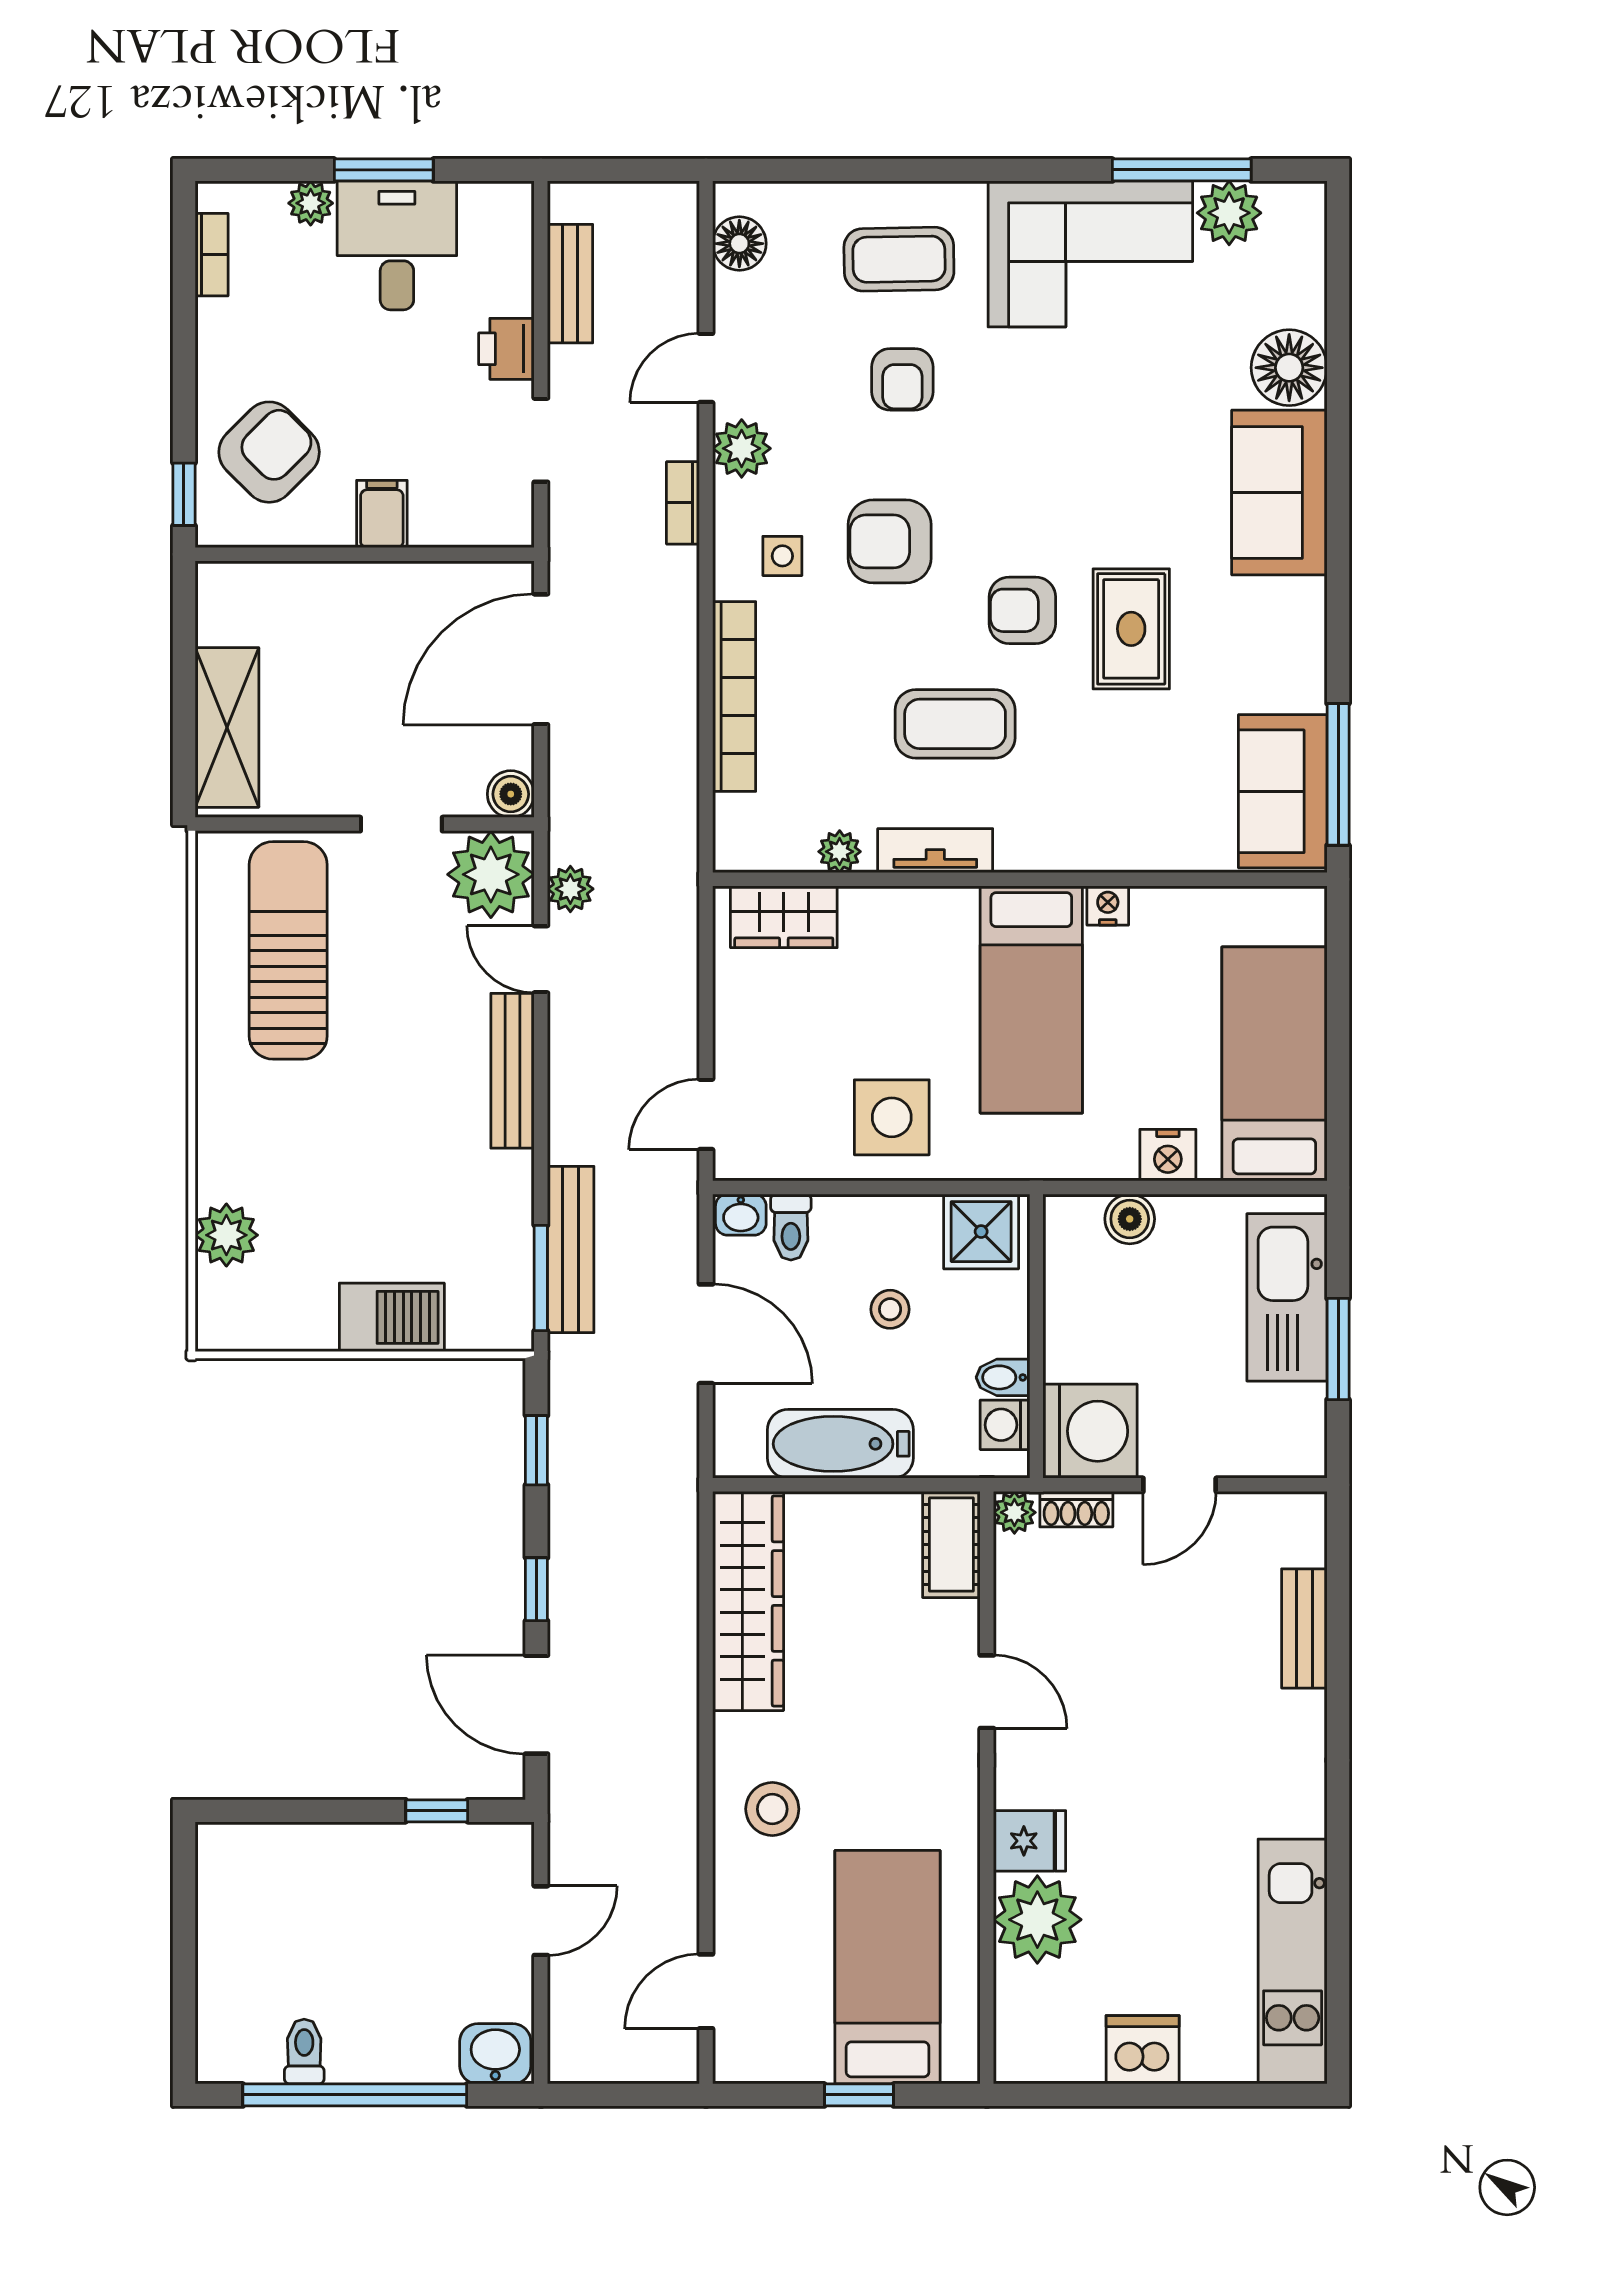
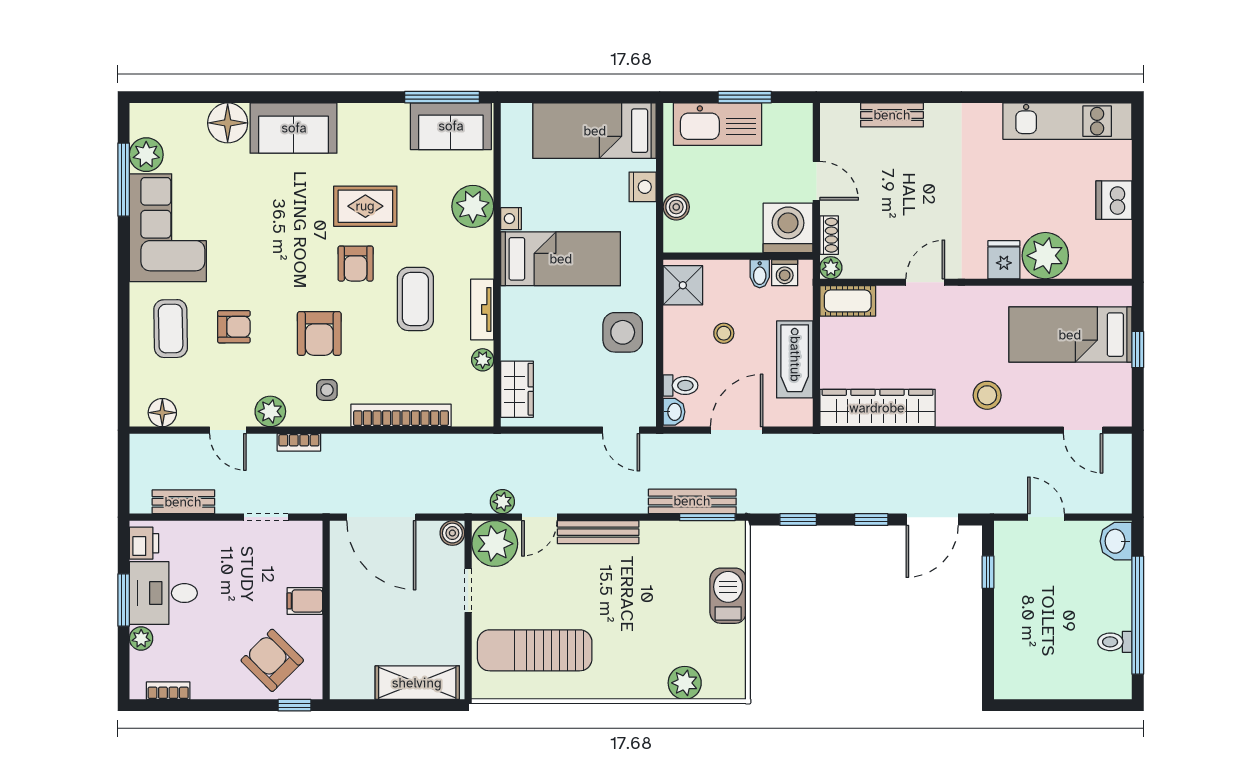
printer: (506, 349) -> (144, 543), moved, turned -90
plant: (1131, 833) -> (473, 206), added

